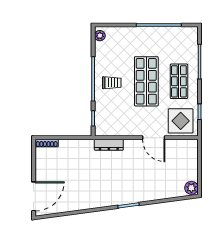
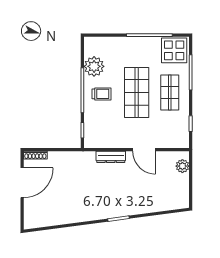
plant: (100, 36) -> (94, 66), moved, width x1.87, depth x1.87
display table: (181, 121) -> (174, 50), moved
dresser: (109, 145) -> (111, 157), moved
plant: (191, 188) -> (182, 166), moved
door: (34, 196) -> (22, 183), moved

